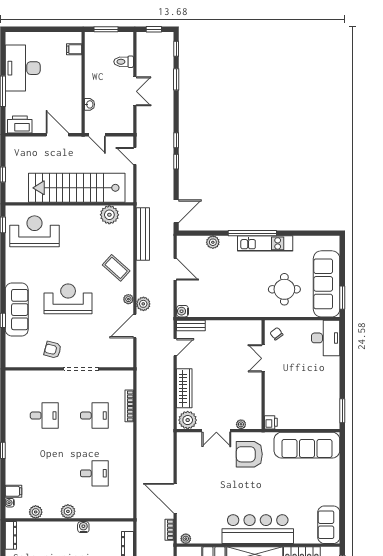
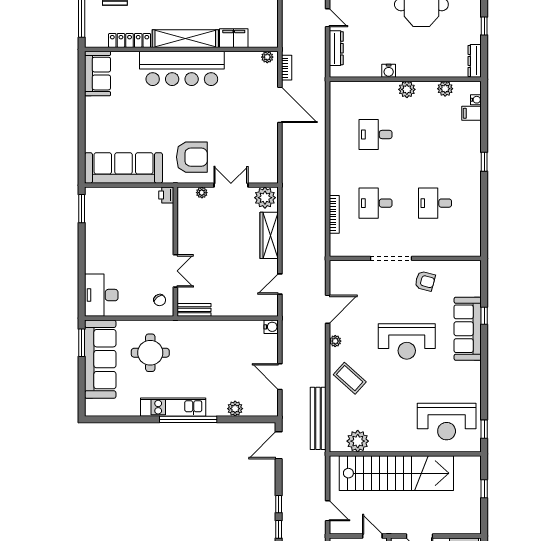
plant: (143, 304) -> (318, 335), removed
bench: (191, 326) -> (194, 310), moved

